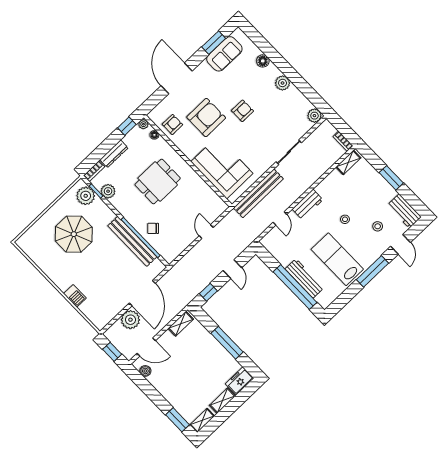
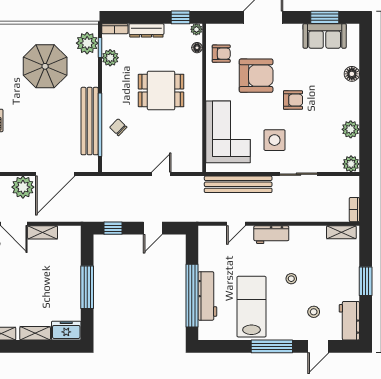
plant: (283, 83) -> (351, 129), moved
side table: (255, 146) -> (275, 140), added
shelving: (181, 324) -> (43, 232), moved

